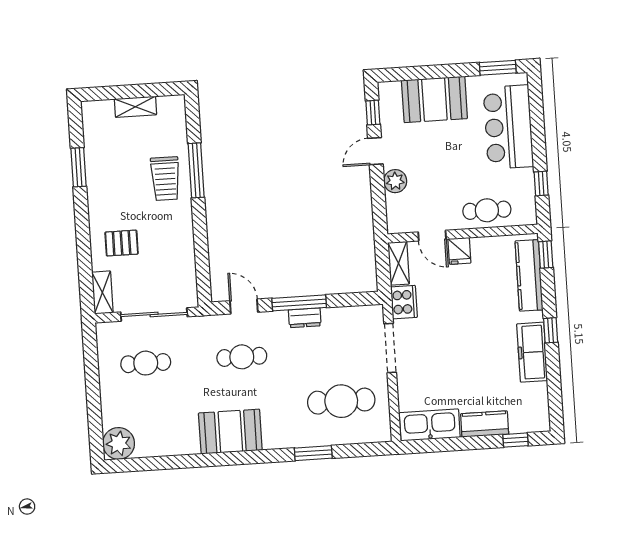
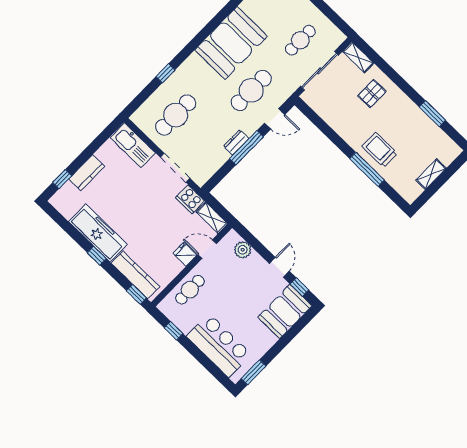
booth: (434, 99) -> (285, 311), moved
plant: (395, 181) -> (243, 250), moved
freezer: (532, 352) -> (98, 233), width x1.36, depth x1.26
cafe table: (242, 357) -> (251, 91), width x1.37, depth x1.35
kitchen sink: (430, 425) -> (133, 145), moved, turned 90
booth: (230, 432) -> (231, 43), width x1.36, depth x1.42
window: (313, 453) -> (165, 73), width x0.67

